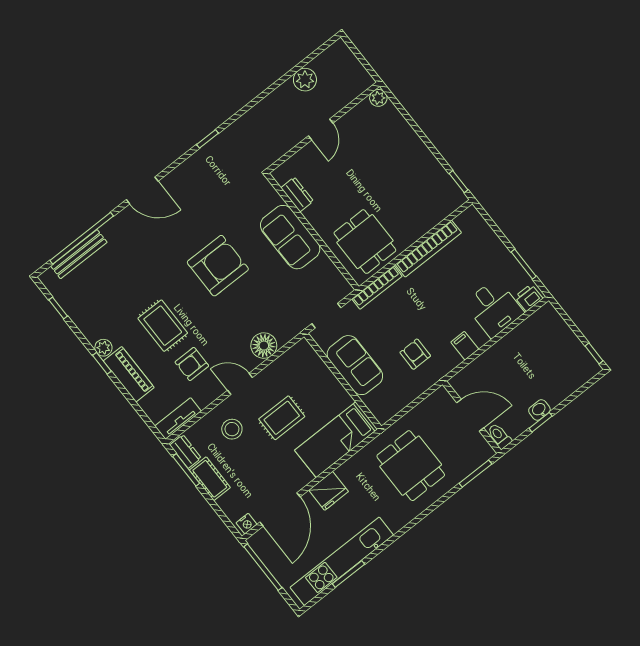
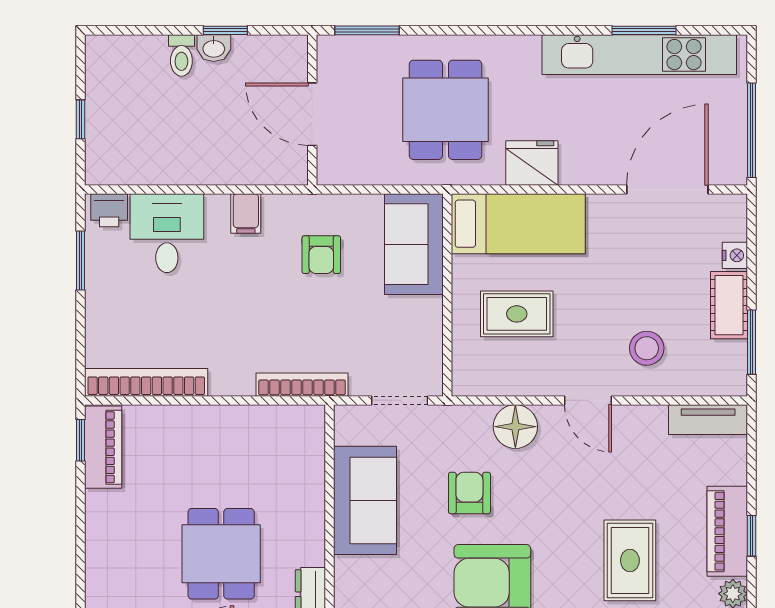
piano: (446, 187) -> (103, 447), added
sofa: (290, 237) -> (365, 500), moved
dining table: (365, 242) -> (221, 554), moved
bookcase: (428, 249) -> (146, 382), moved
window: (594, 353) -> (81, 119), moved
window: (102, 363) -> (752, 536), moved
armchair: (192, 364) -> (469, 493), moved, turned -90
sofa: (355, 365) -> (414, 244), moved
rug: (282, 418) -> (517, 314), moved
toilet: (499, 436) -> (181, 55), moved
dresser: (185, 452) -> (733, 367), removed
fridge: (329, 491) -> (532, 163), moved
nightstand: (246, 524) -> (735, 255), moved, turned 90

